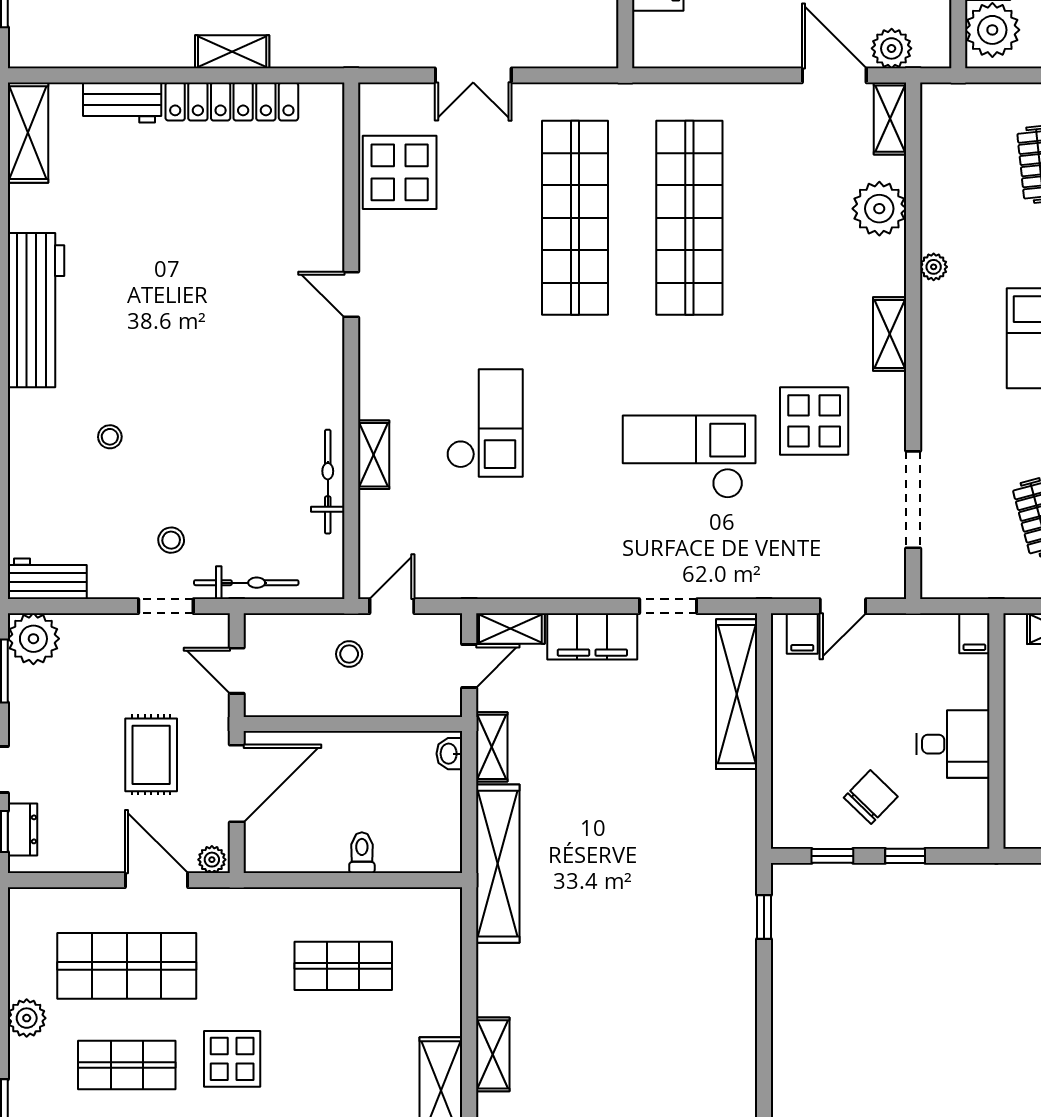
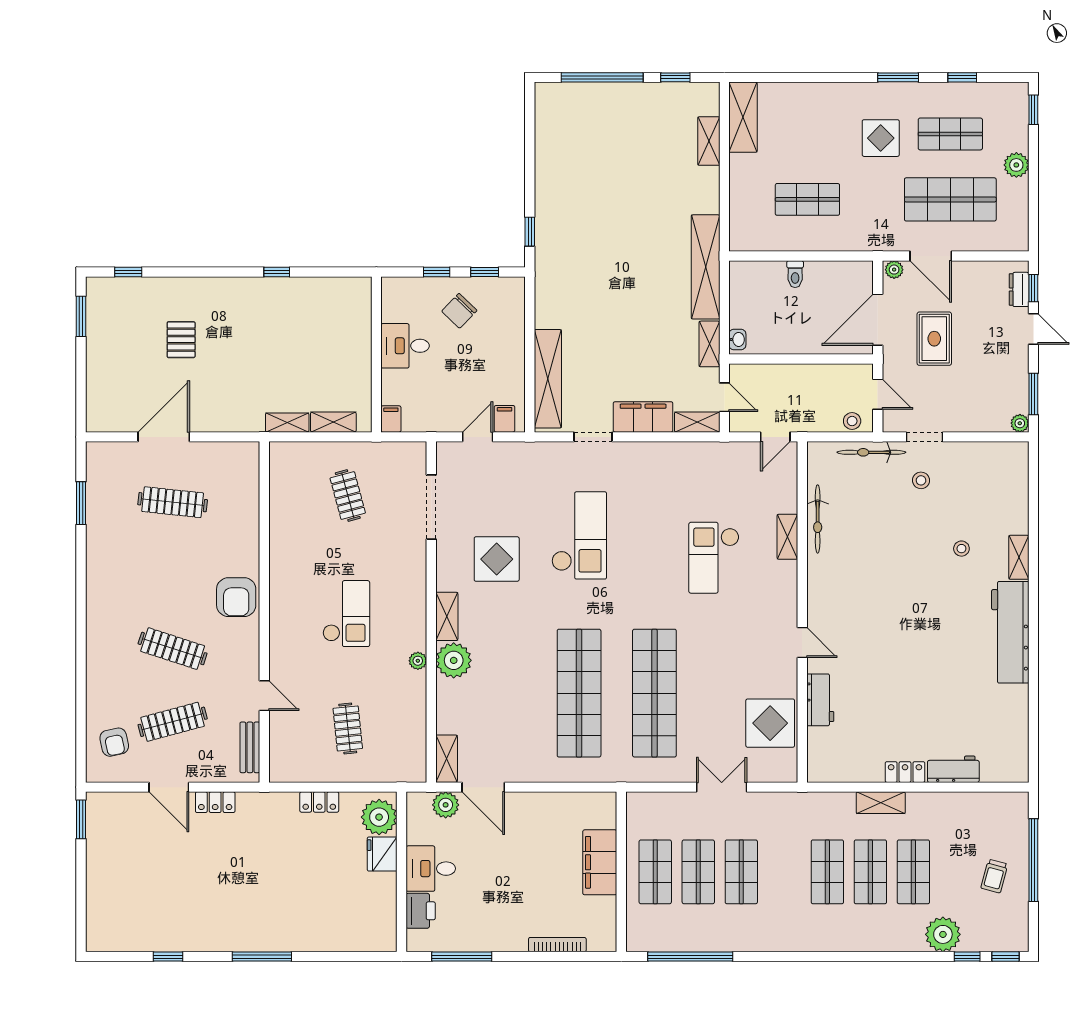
locker: (232, 102) -> (905, 772), width x0.46, depth x0.83
shelving: (28, 133) -> (1019, 557), moved, width x0.67, depth x0.75
plant: (879, 209) -> (454, 660), moved
checkout: (689, 457) -> (579, 535), turned -90
workbench: (47, 579) -> (820, 700), moved, turned -90
plant: (33, 639) -> (1020, 423), width x0.53, depth x0.53
stool: (349, 654) -> (852, 421), moved
door: (469, 666) -> (724, 397), swing flipped

